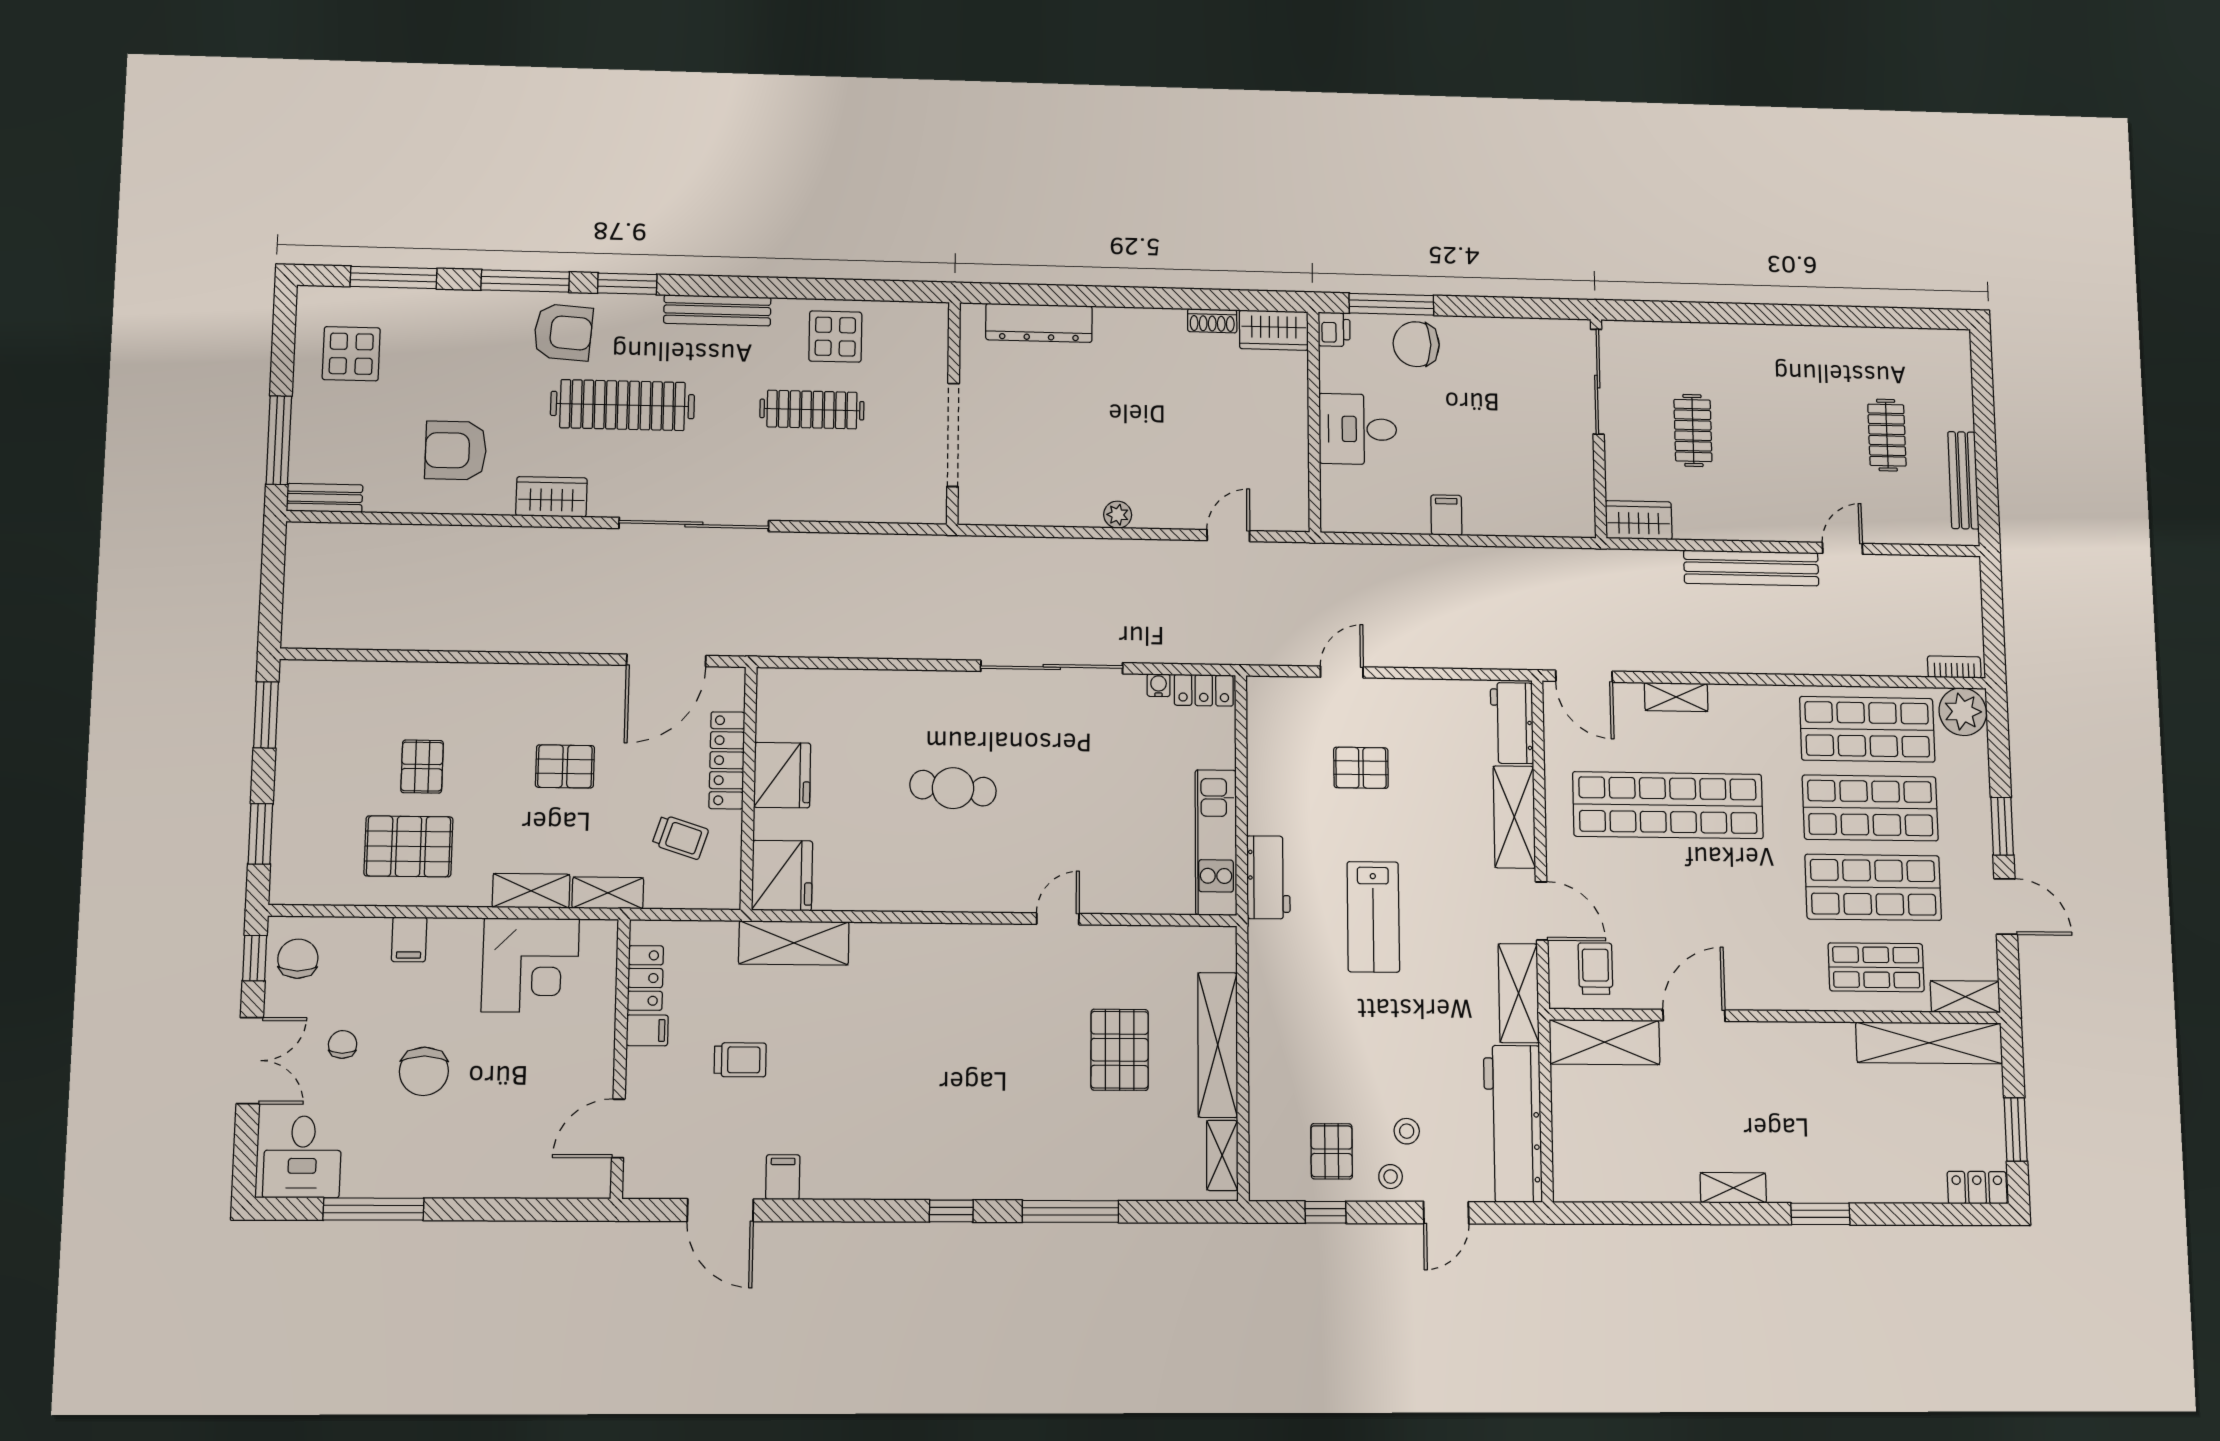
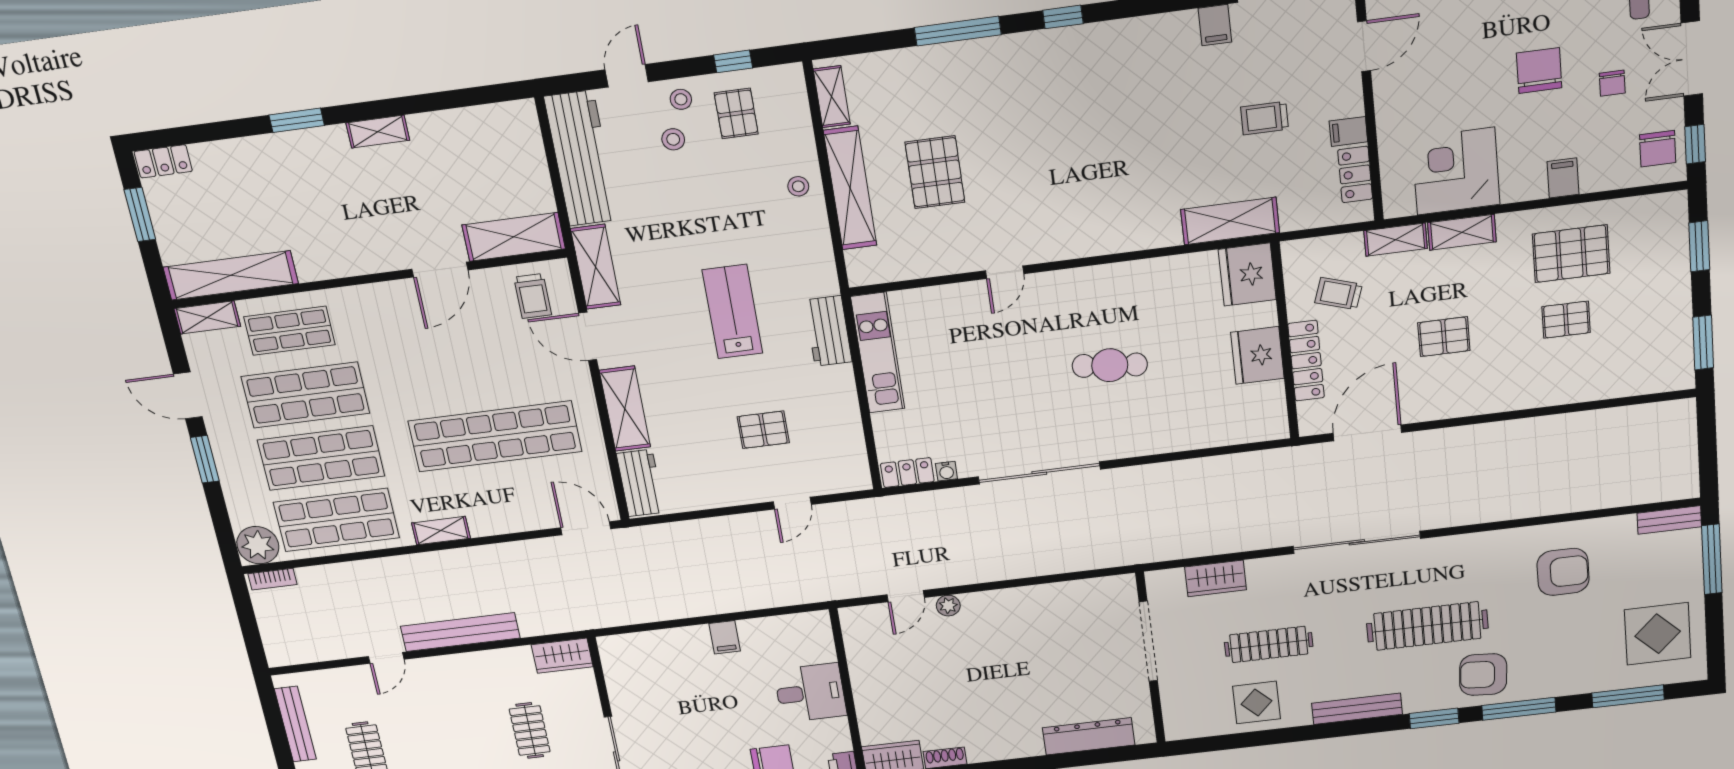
display table: (351, 354) -> (1658, 634), width x1.36, depth x1.36
wardrobe: (551, 497) -> (1216, 578), moved
plant: (1118, 515) -> (948, 606), moved
shelving: (1676, 697) -> (441, 531), moved
pallet: (422, 767) -> (1566, 320), turned 90
stool: (1276, 1055) -> (798, 186), added

